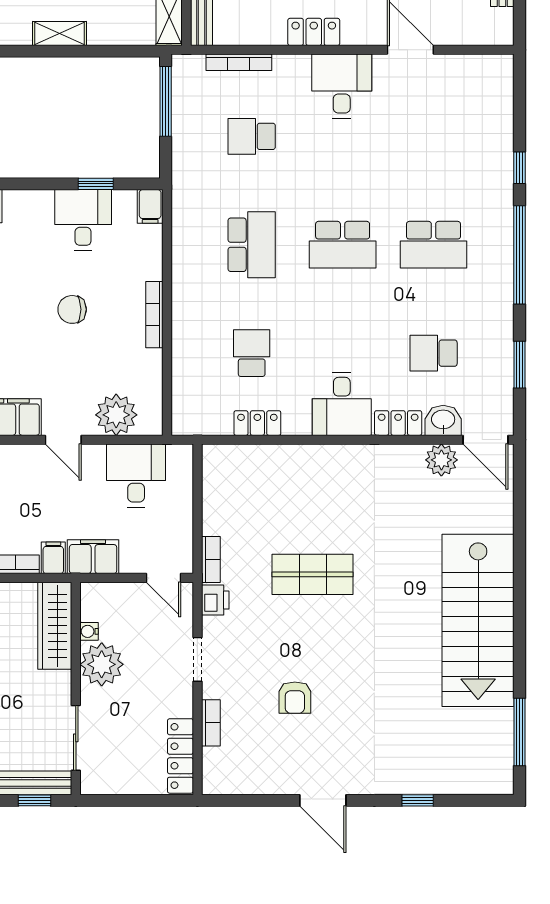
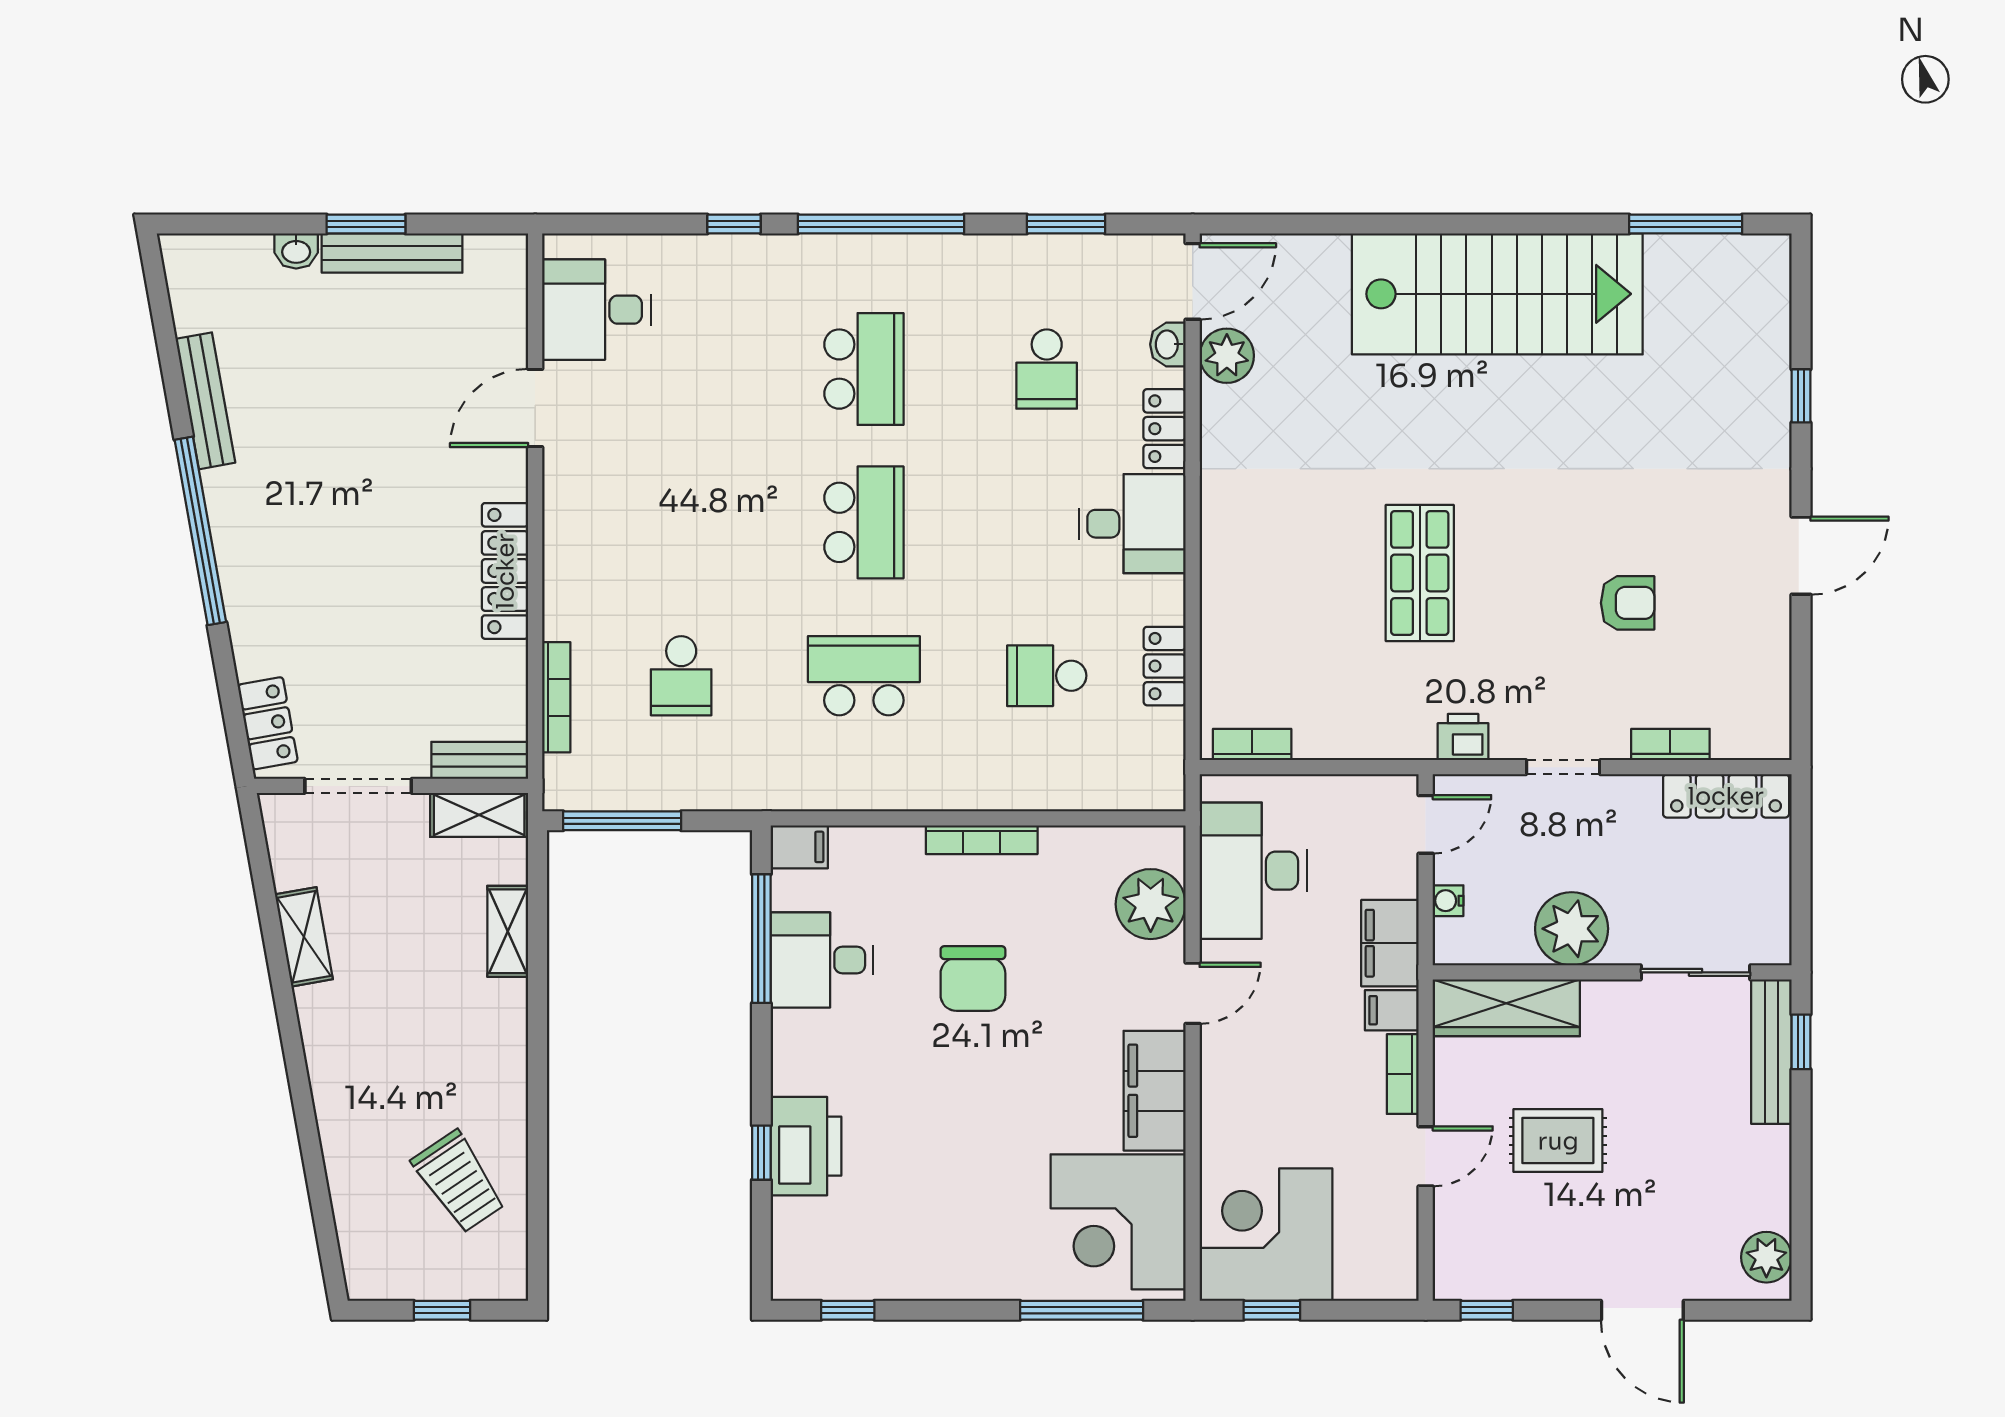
locker: (314, 32) -> (505, 571), width x1.53
shelving: (60, 34) -> (508, 931), moved
desk: (342, 86) -> (596, 310), moved
window: (96, 184) -> (761, 939), width x2.17
chair: (72, 309) -> (973, 979), width x1.37, depth x1.37
washbasin: (443, 420) -> (1168, 344), width x0.72, depth x0.69
desk: (136, 476) -> (1253, 871), width x1.37
bookcase: (211, 560) -> (1252, 744), moved
water cooler: (89, 631) -> (1448, 901), moved, turned 90

